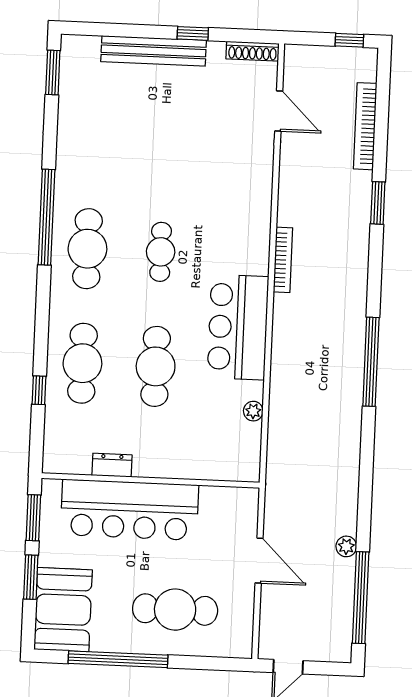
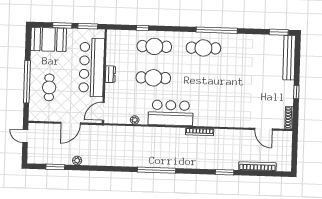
window: (349, 40) -> (294, 159), removed
bench: (154, 51) -> (289, 58), moved
door: (279, 111) -> (263, 129), hinge flipped
cafe table: (161, 252) -> (202, 79), removed
dresser: (112, 465) -> (110, 74), moved
door: (232, 484) -> (103, 111), added
window: (361, 598) -> (55, 167), width x0.47
cafe table: (175, 610) -> (49, 87), width x0.73, depth x0.74
window: (118, 659) -> (27, 82), moved

